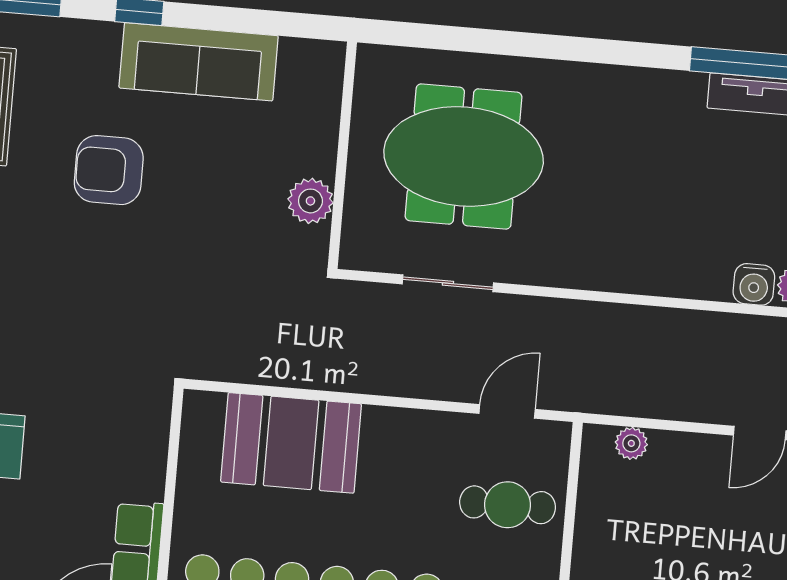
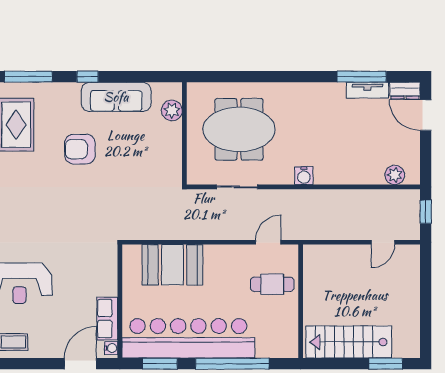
plant: (310, 201) -> (172, 110), moved
water cooler: (754, 284) -> (304, 176), moved
plant: (631, 443) -> (325, 252), removed

